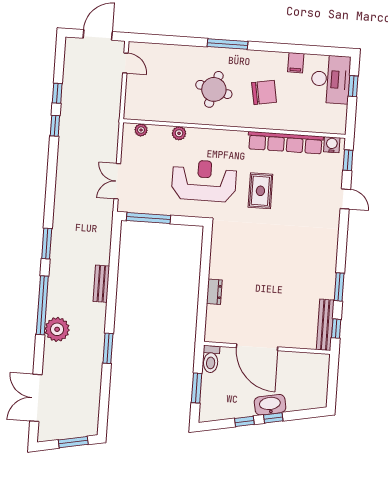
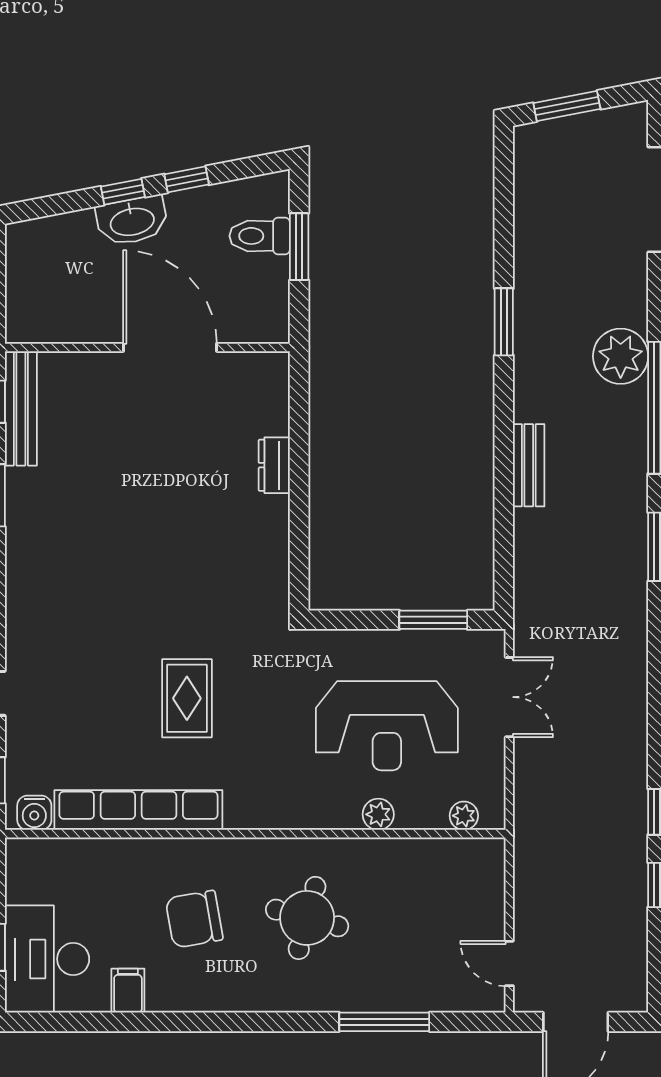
window: (227, 44) -> (384, 1022), moved
reception desk: (204, 181) -> (387, 726), moved
window: (149, 218) -> (433, 620), width x0.69
toilet: (211, 359) -> (260, 236), moved, turned -90

